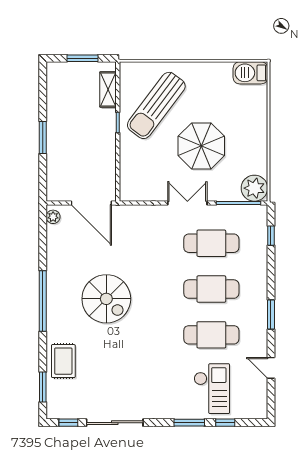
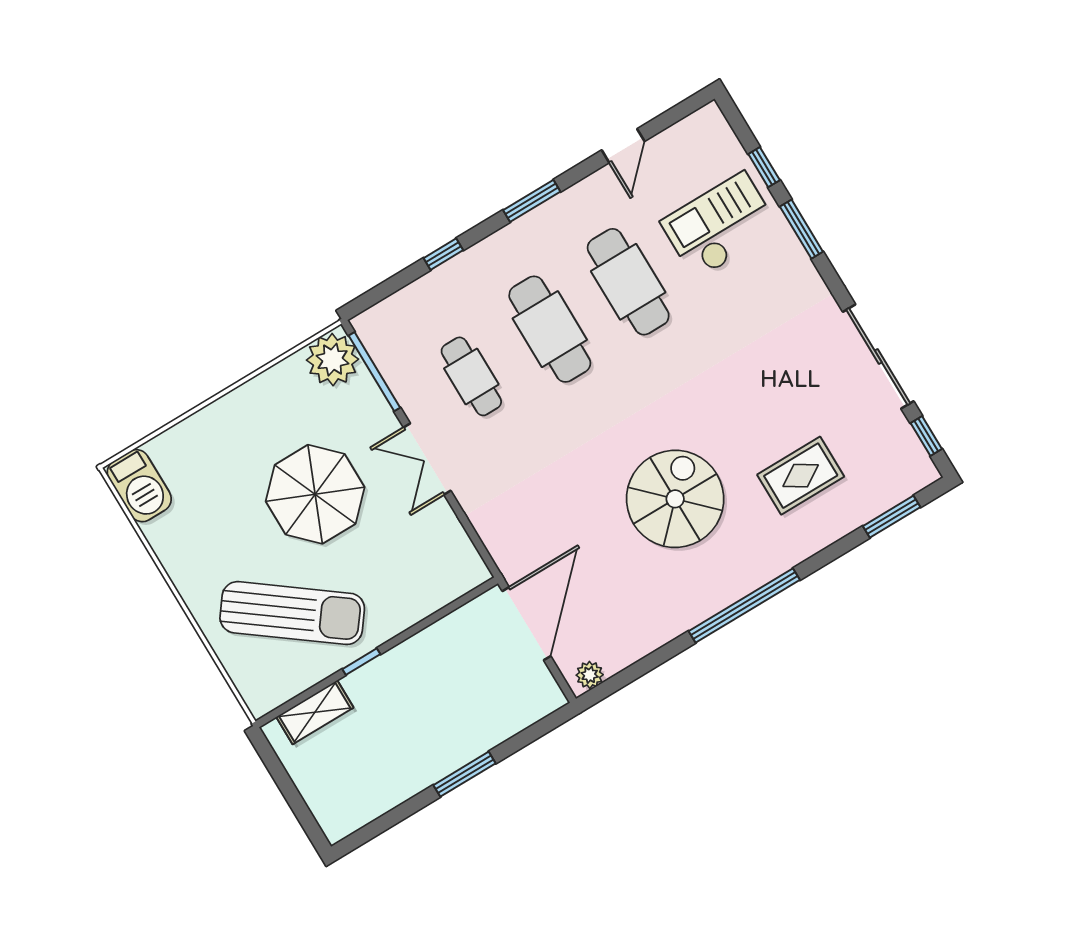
window: (82, 58) -> (288, 788), removed
window: (271, 236) -> (443, 254), moved
cafe table: (211, 243) -> (471, 376), width x0.73, depth x0.74
rug: (63, 361) -> (801, 476), moved

